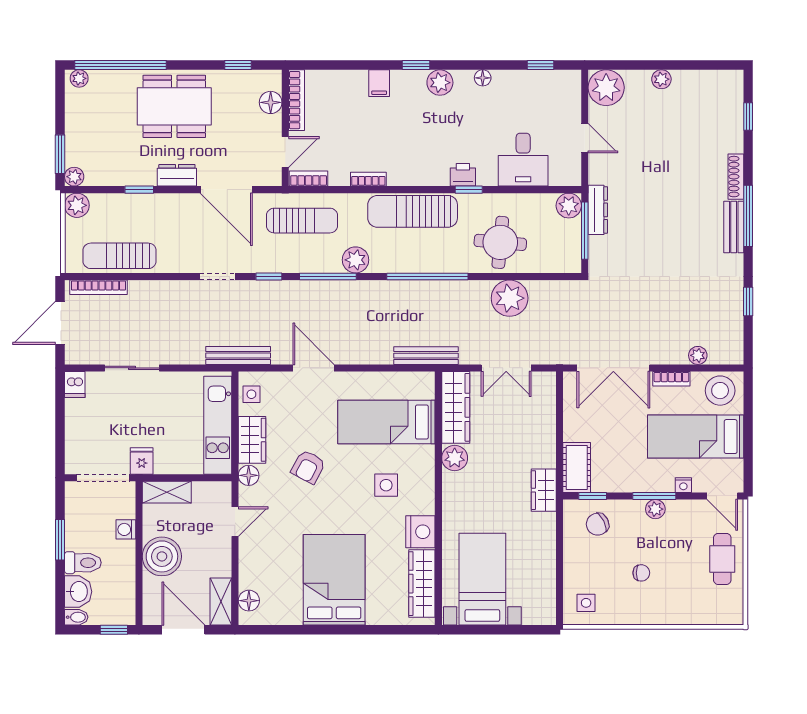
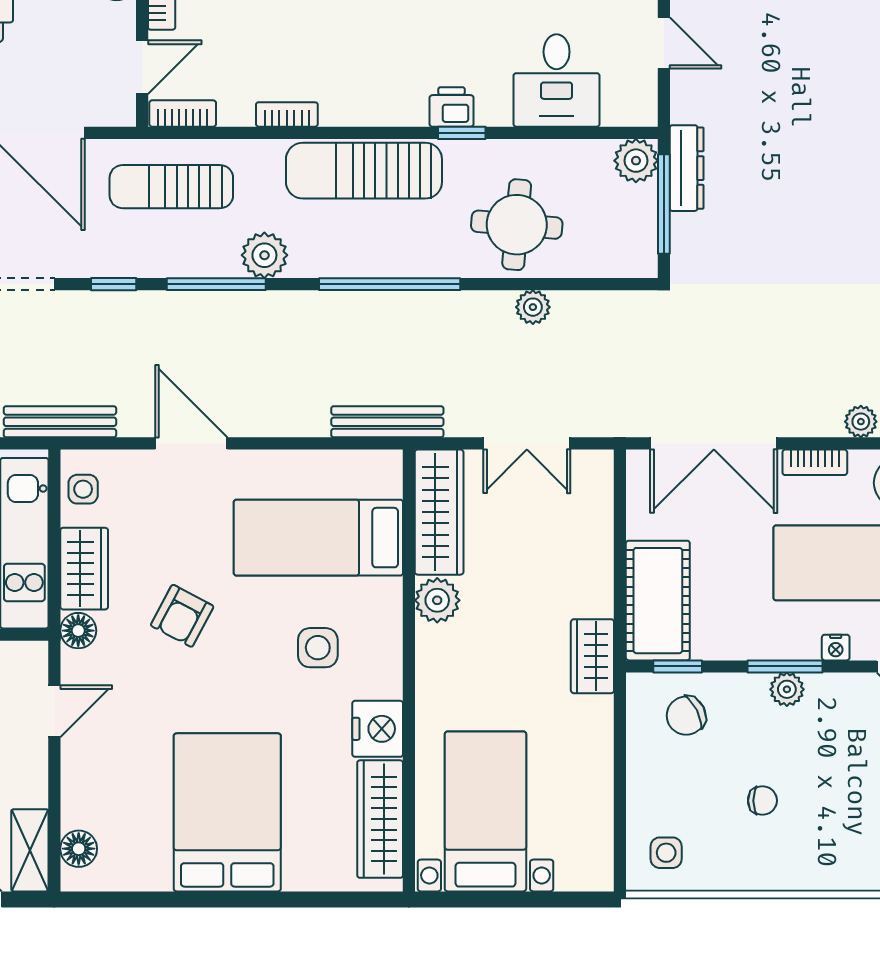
sun lounger: (302, 221) -> (171, 187), turned 180
plant: (510, 298) -> (533, 307), width x0.53, depth x0.53
cot: (577, 467) -> (658, 601), width x1.37, depth x1.34

